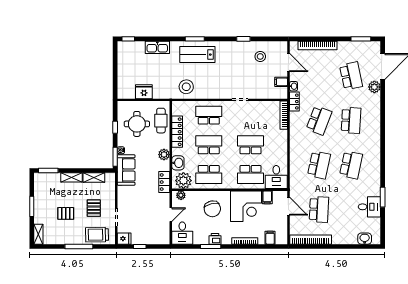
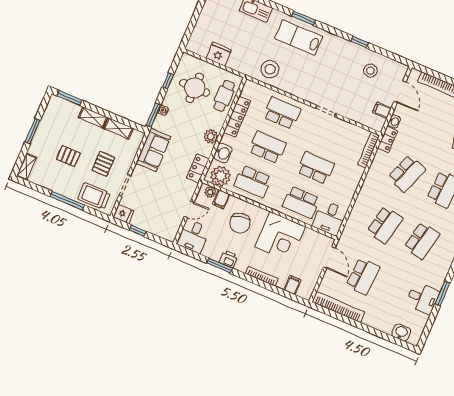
sofa: (126, 170) -> (153, 150), moved
filing cabinet: (267, 197) -> (221, 199), moved

